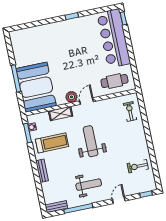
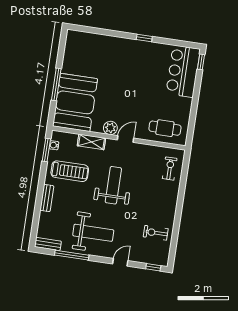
bar counter: (114, 38) -> (183, 71), width x0.73
weight bench: (89, 185) -> (93, 233), width x1.36, depth x1.33

